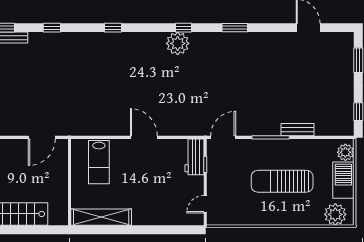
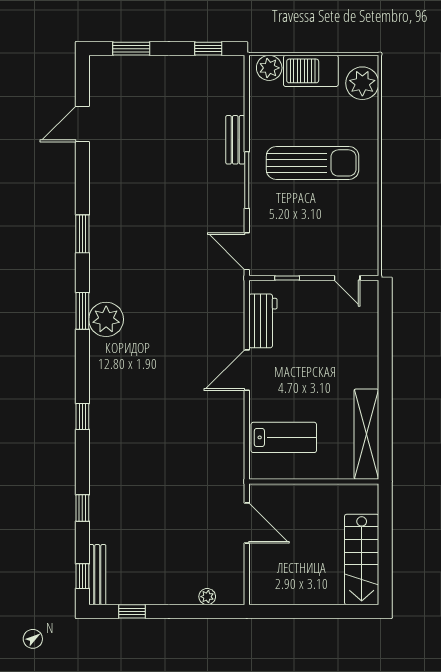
window: (183, 28) -> (82, 311), width x1.50
workbench: (195, 157) -> (263, 321), moved, turned -90
sun lounger: (282, 181) -> (313, 163), turned -90

